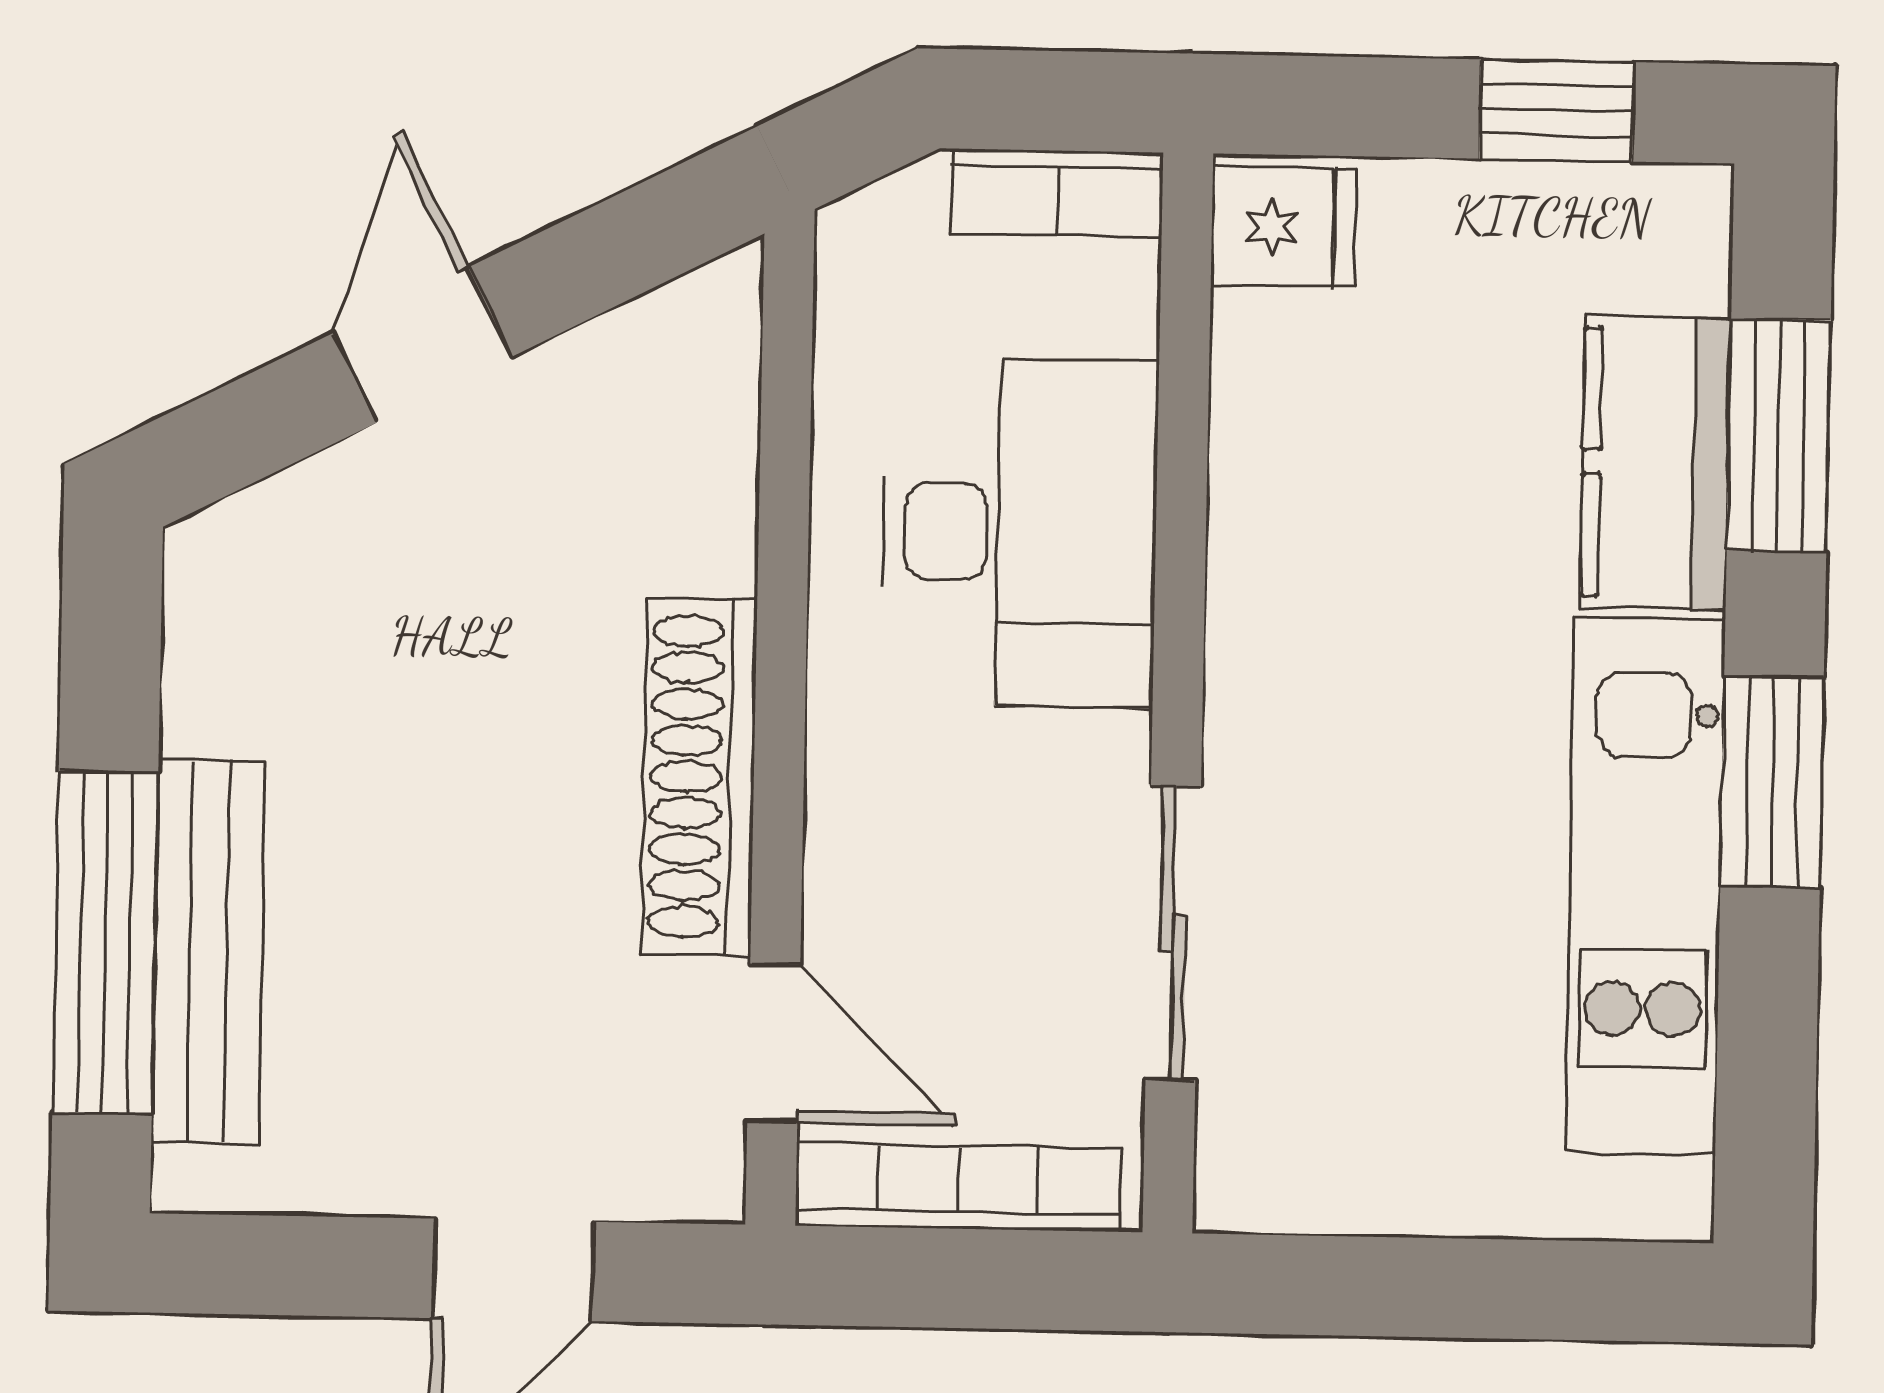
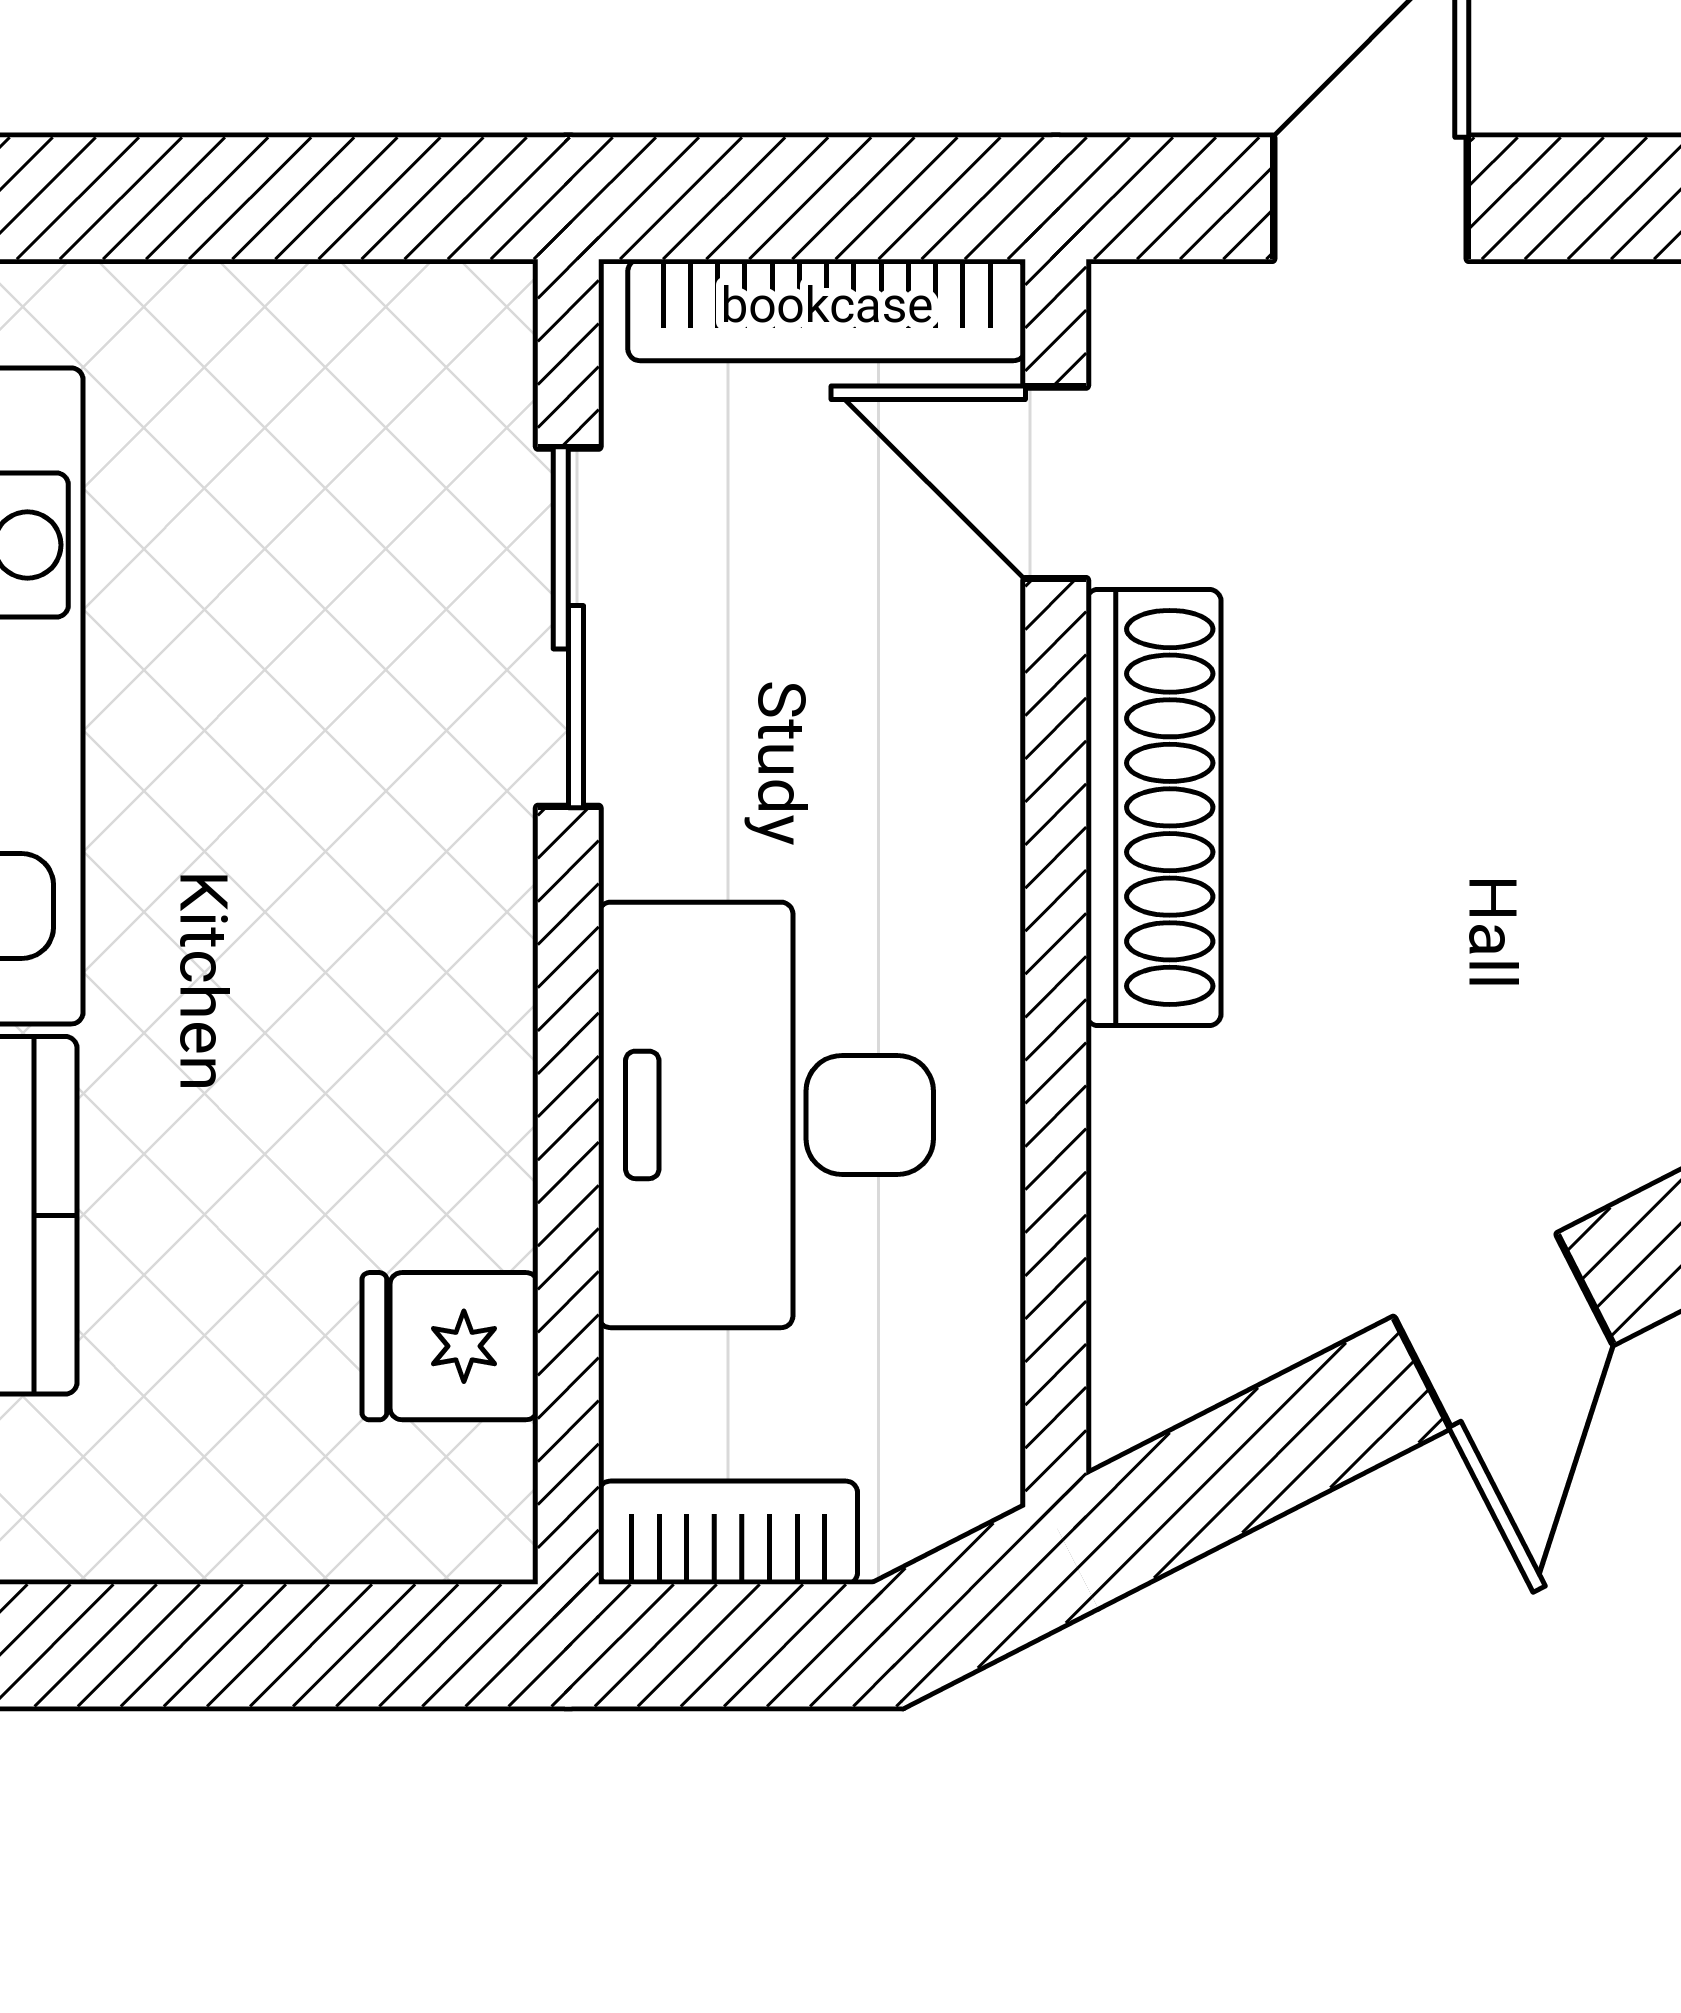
window: (1556, 110) -> (117, 1645), removed
fridge: (1283, 227) -> (450, 1346), moved

